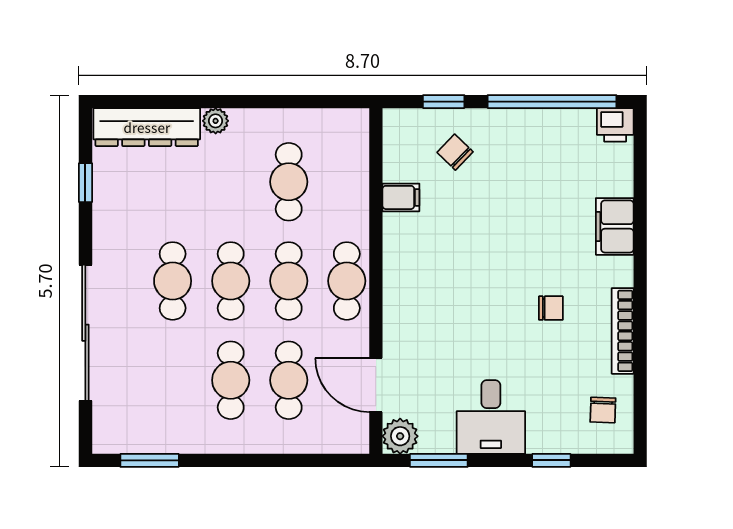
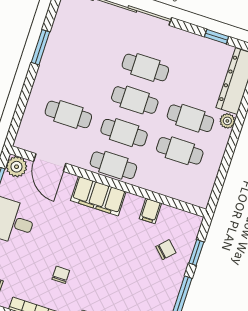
filing cabinet: (404, 289) -> (98, 196), added
chair: (551, 308) -> (61, 275), turned 180
cafe table: (231, 380) -> (190, 118), moved
door: (376, 385) -> (50, 162), swing flipped
window: (150, 460) -> (41, 47), moved

